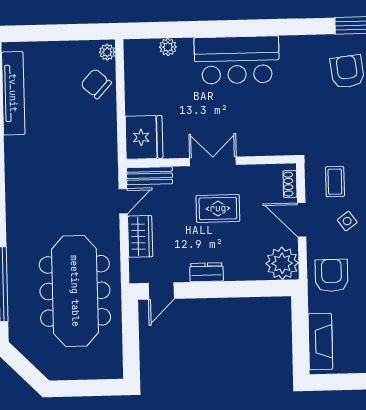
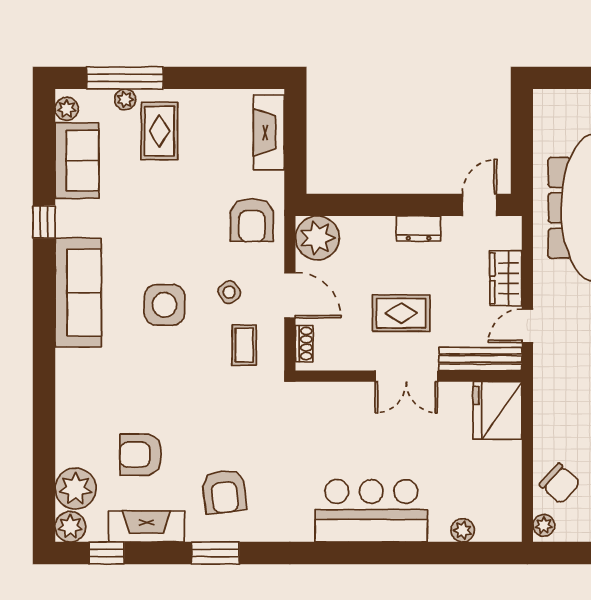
bench: (150, 176) -> (480, 359), width x1.36

